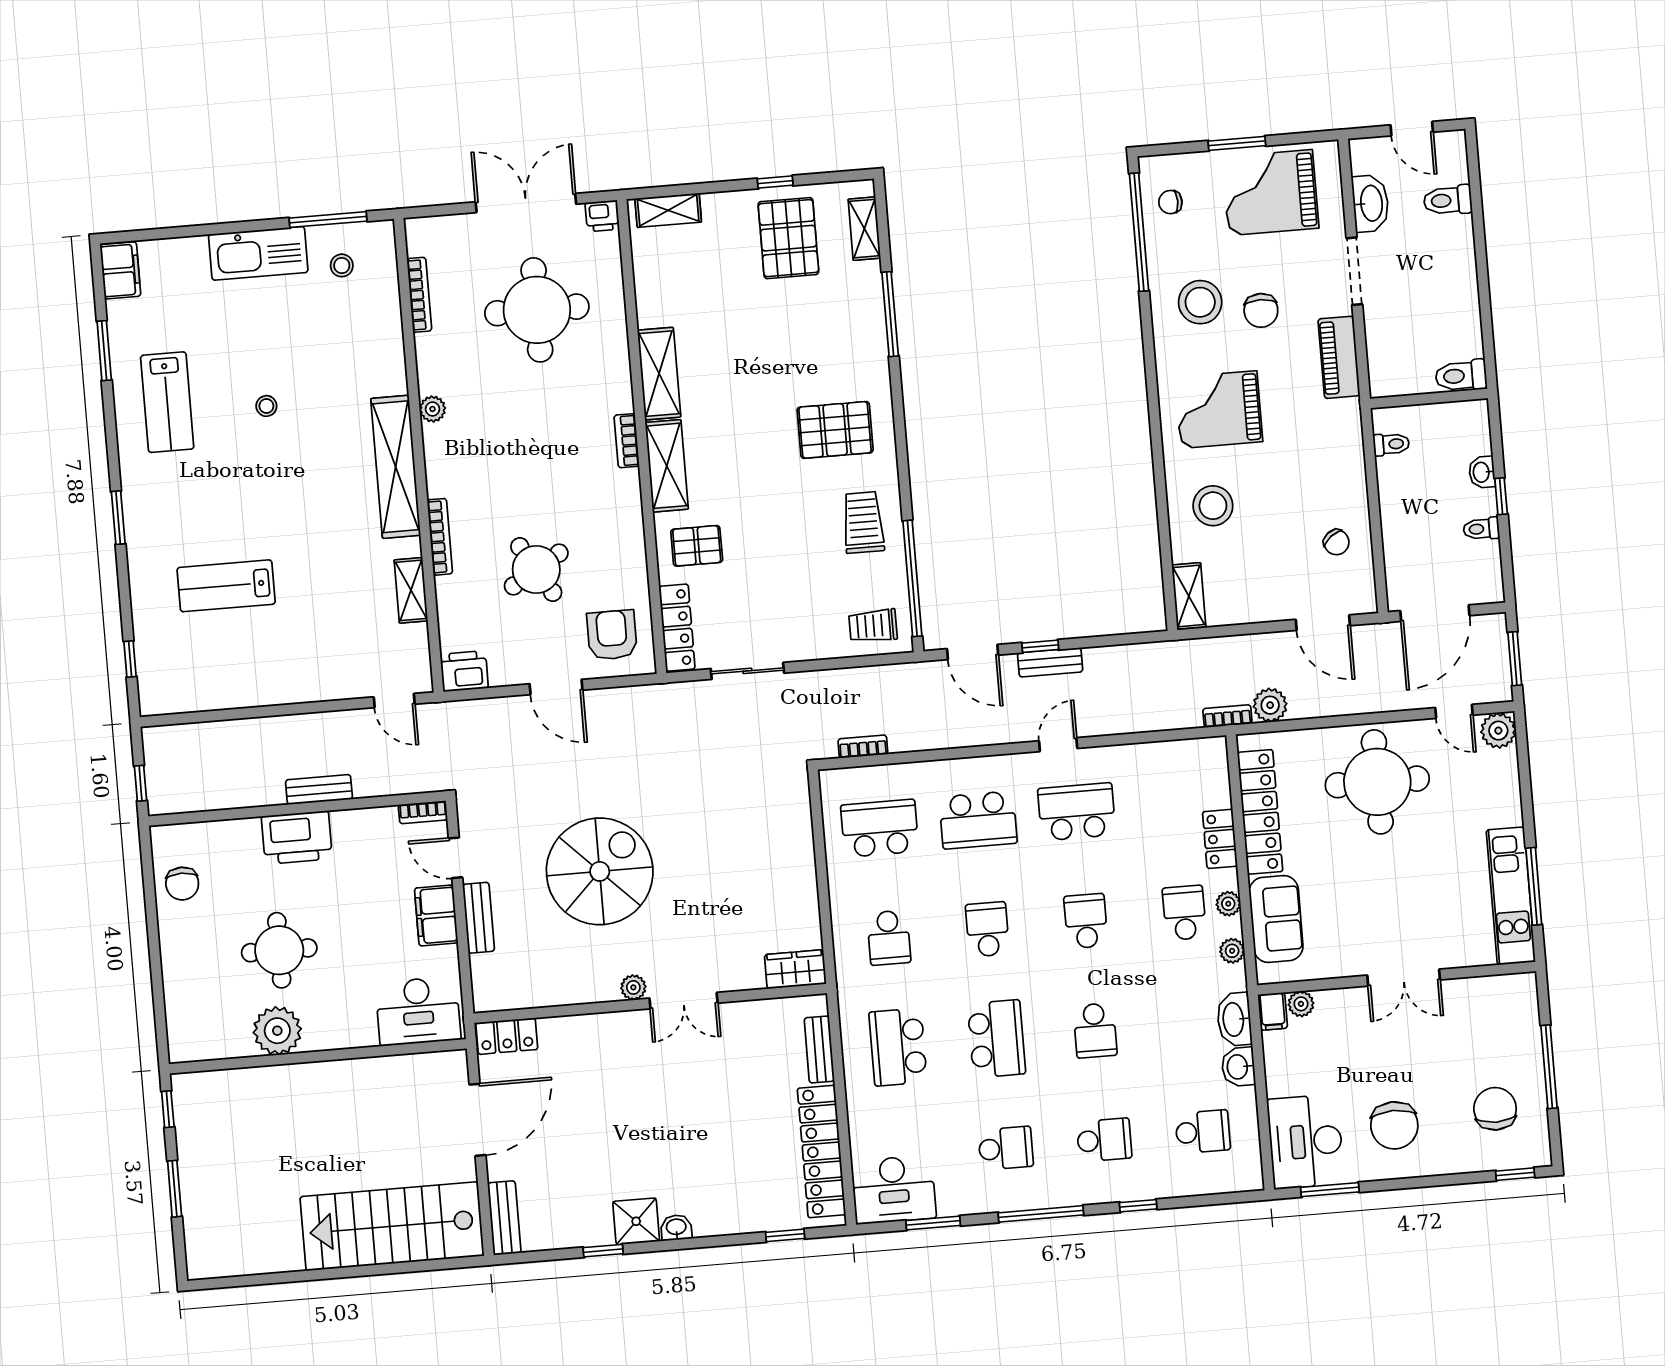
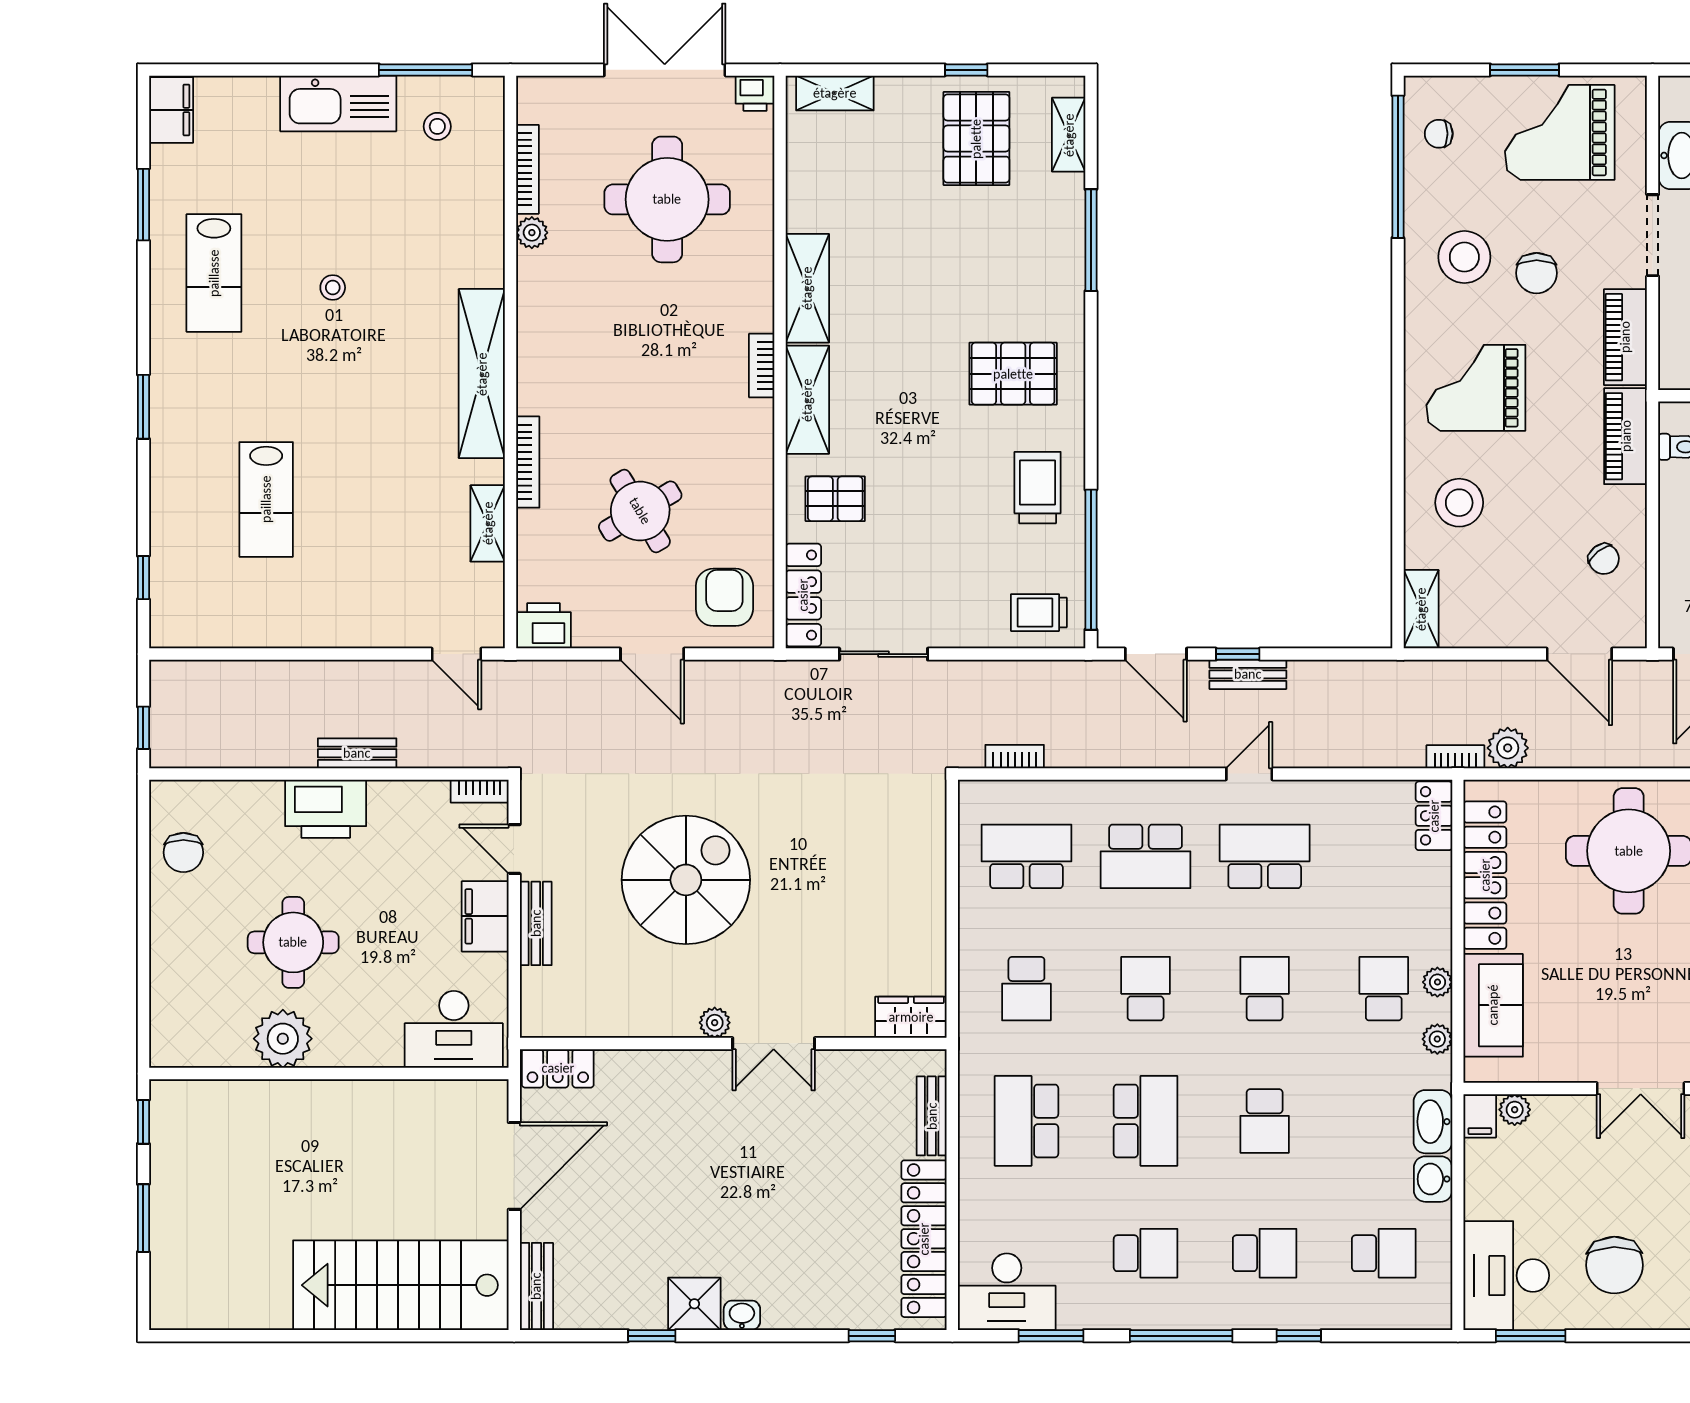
plant: (433, 409) -> (532, 233), moved
piano: (1346, 439) -> (1626, 436), added
lab bench: (226, 586) -> (266, 499), turned -90
locker: (1220, 839) -> (1434, 816), moved

